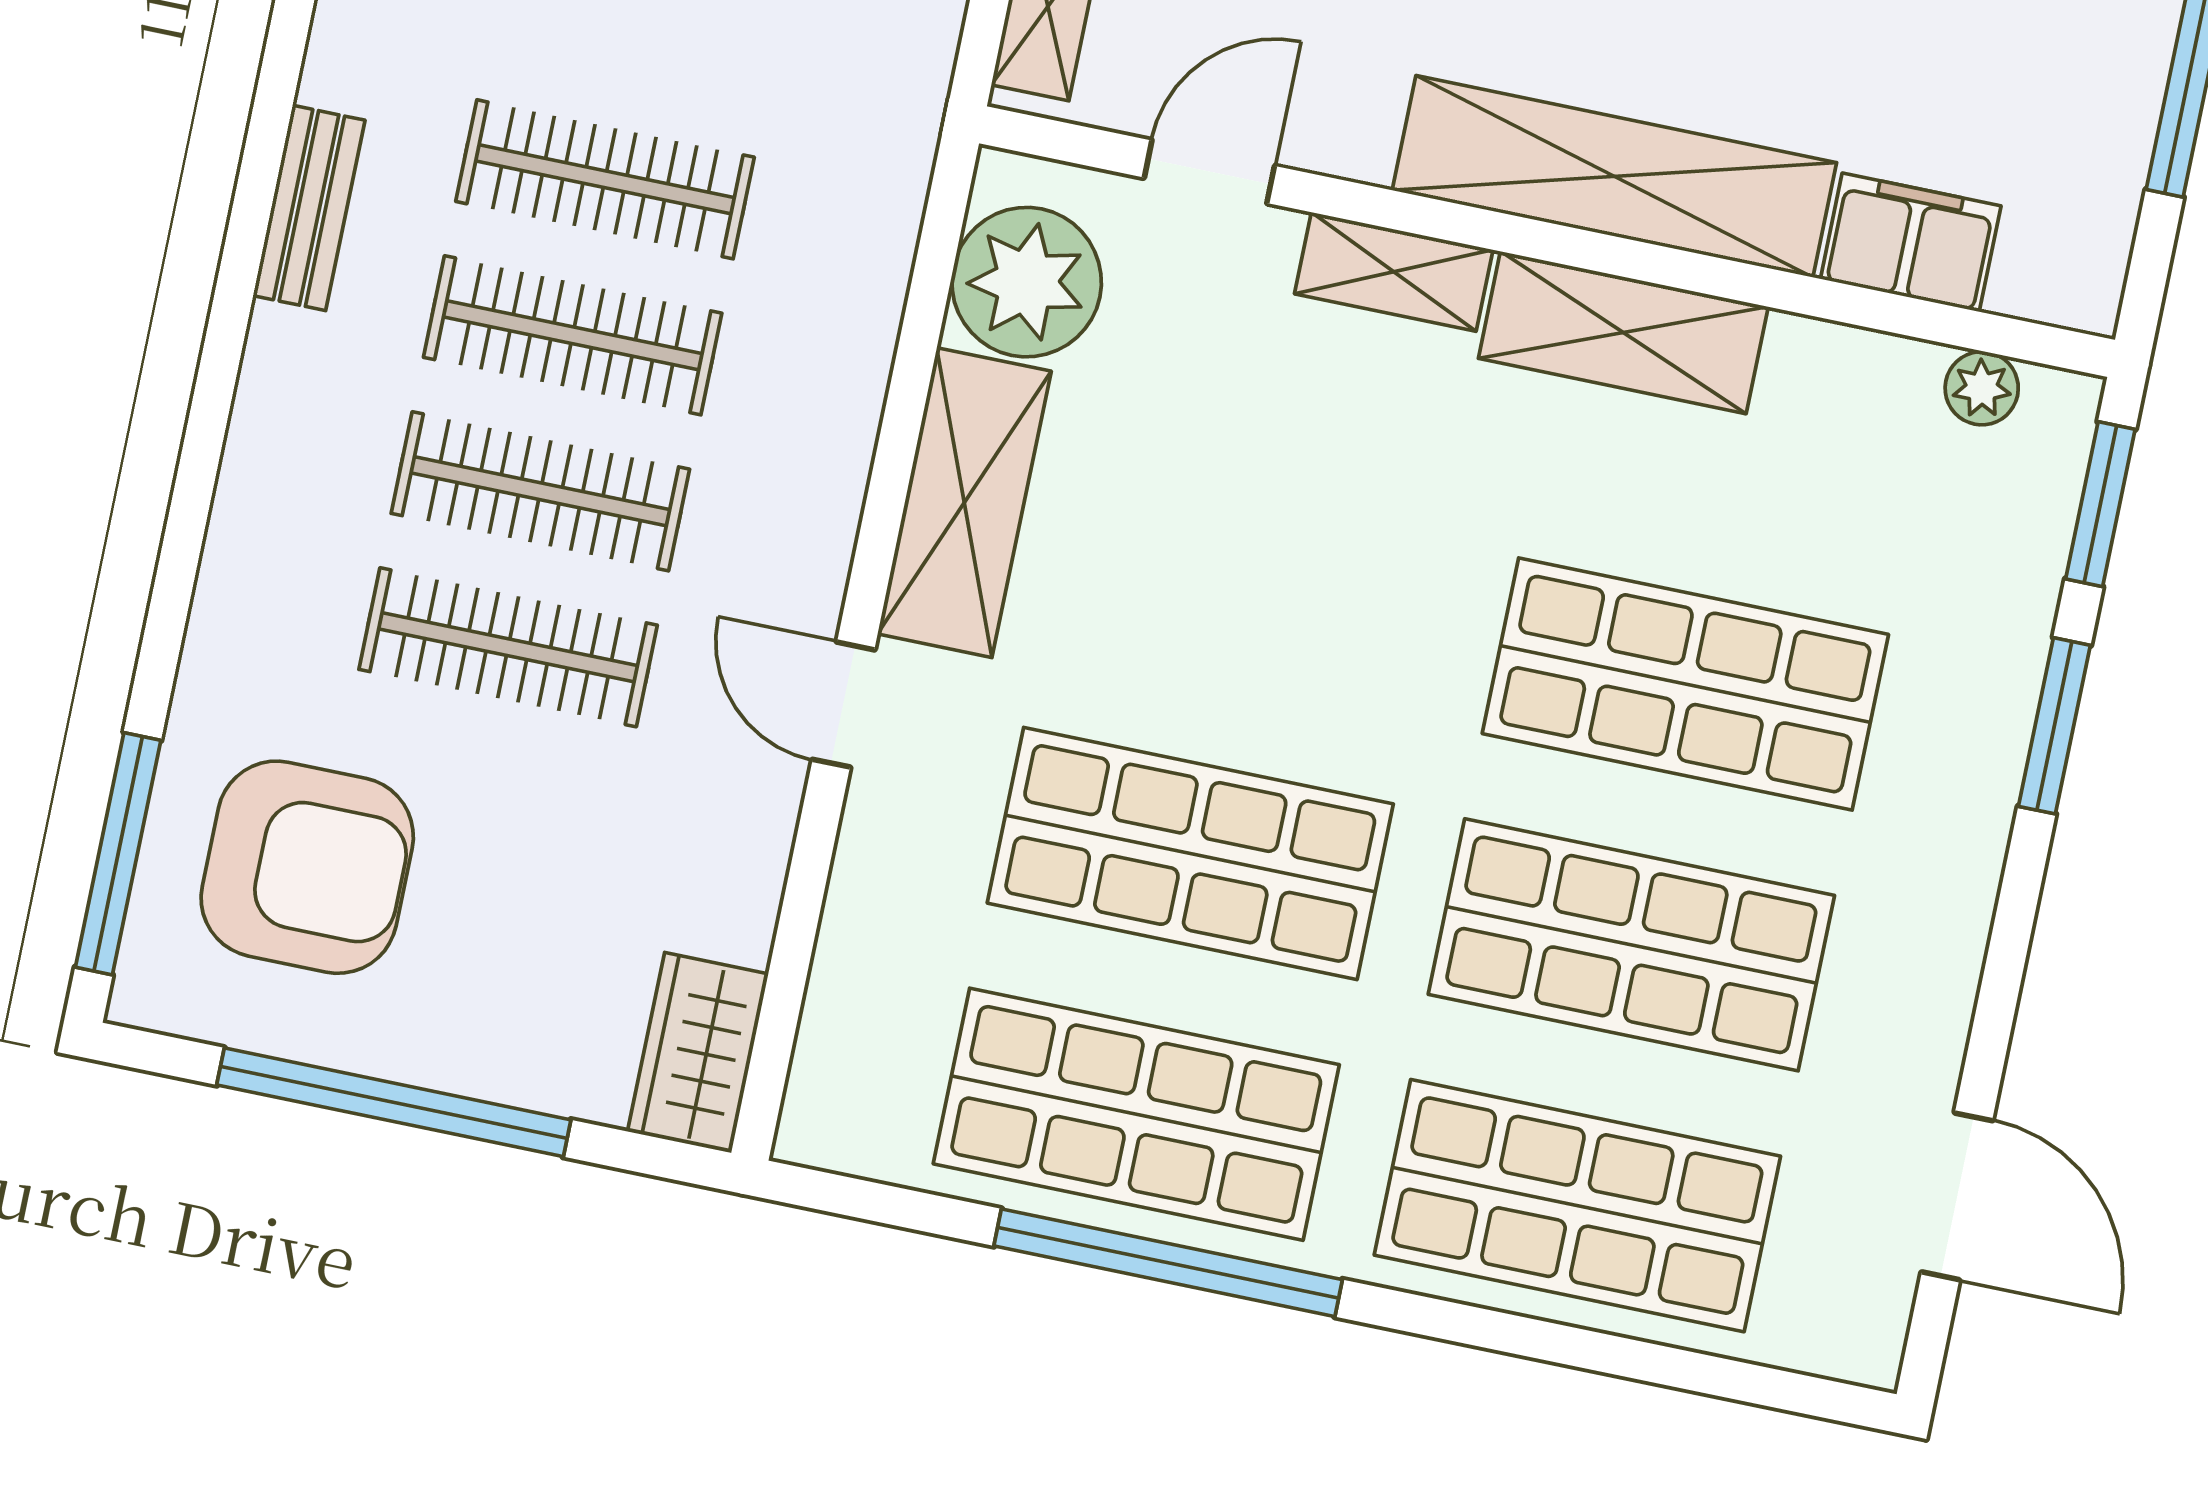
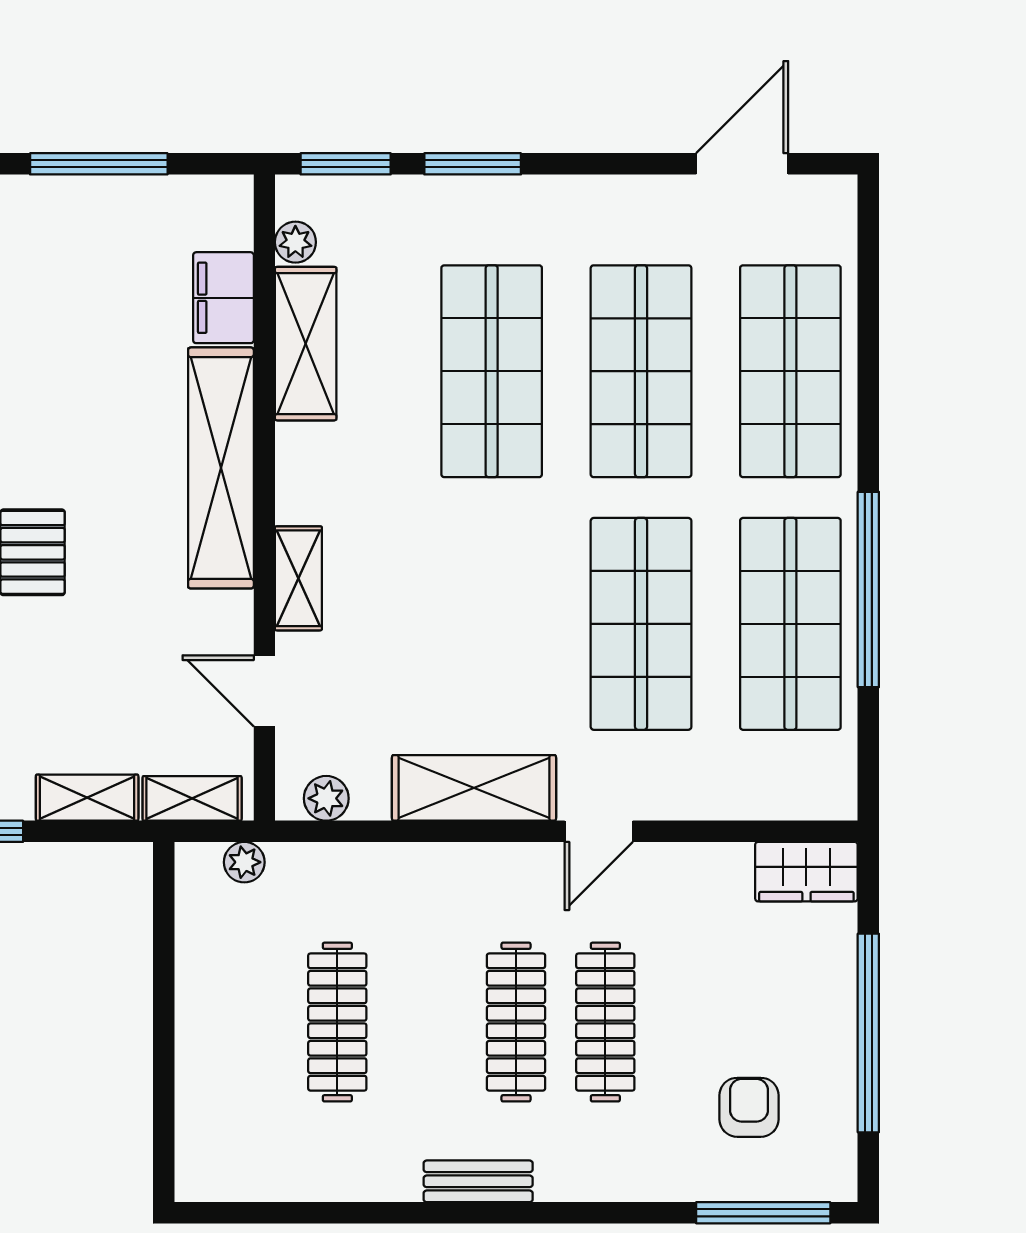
plant: (918, 75) -> (244, 862), added
bench: (309, 208) -> (478, 1181), moved
plant: (1027, 282) -> (326, 798), width x0.53, depth x0.53
shelving: (1623, 333) -> (306, 344), moved
clothes rail: (573, 335) -> (427, 1022), removed
armchair: (307, 867) -> (749, 1107), width x0.53, depth x0.53

